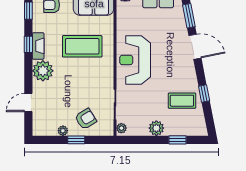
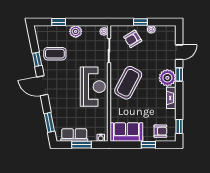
window: (28, 44) -> (179, 74), moved
coffee table: (82, 46) -> (128, 83), moved, turned -62
door: (195, 47) -> (42, 86), moved

